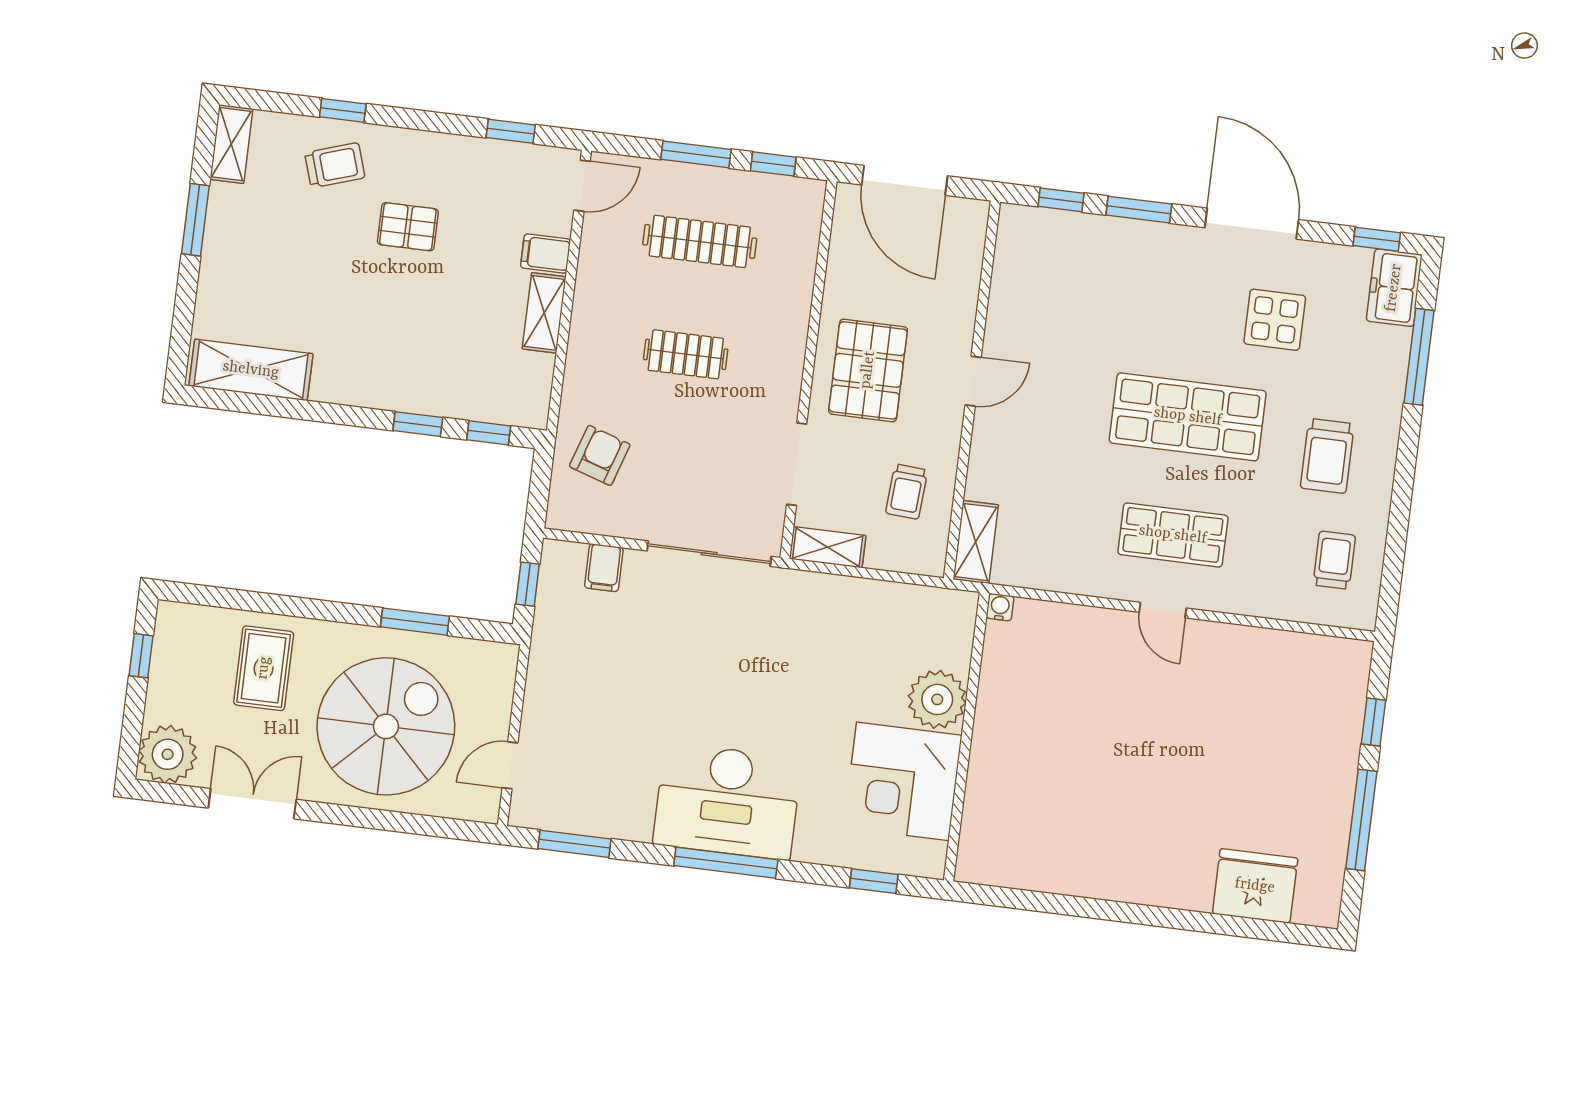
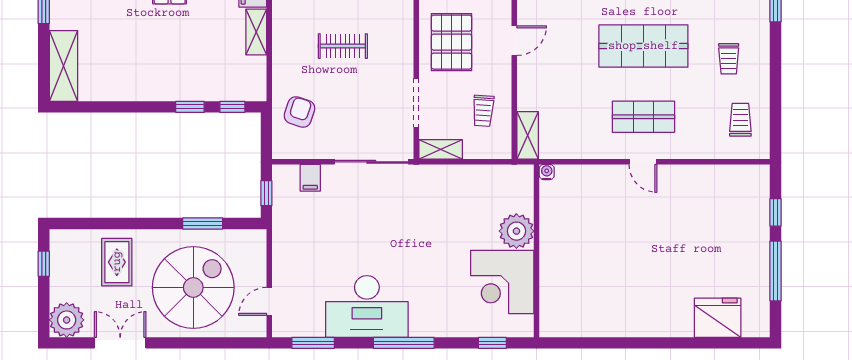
shelving: (251, 370) -> (63, 66), moved, turned 90
trolley: (1327, 456) -> (729, 59), width x0.73, depth x0.72
desk: (727, 801) -> (367, 306), moved

